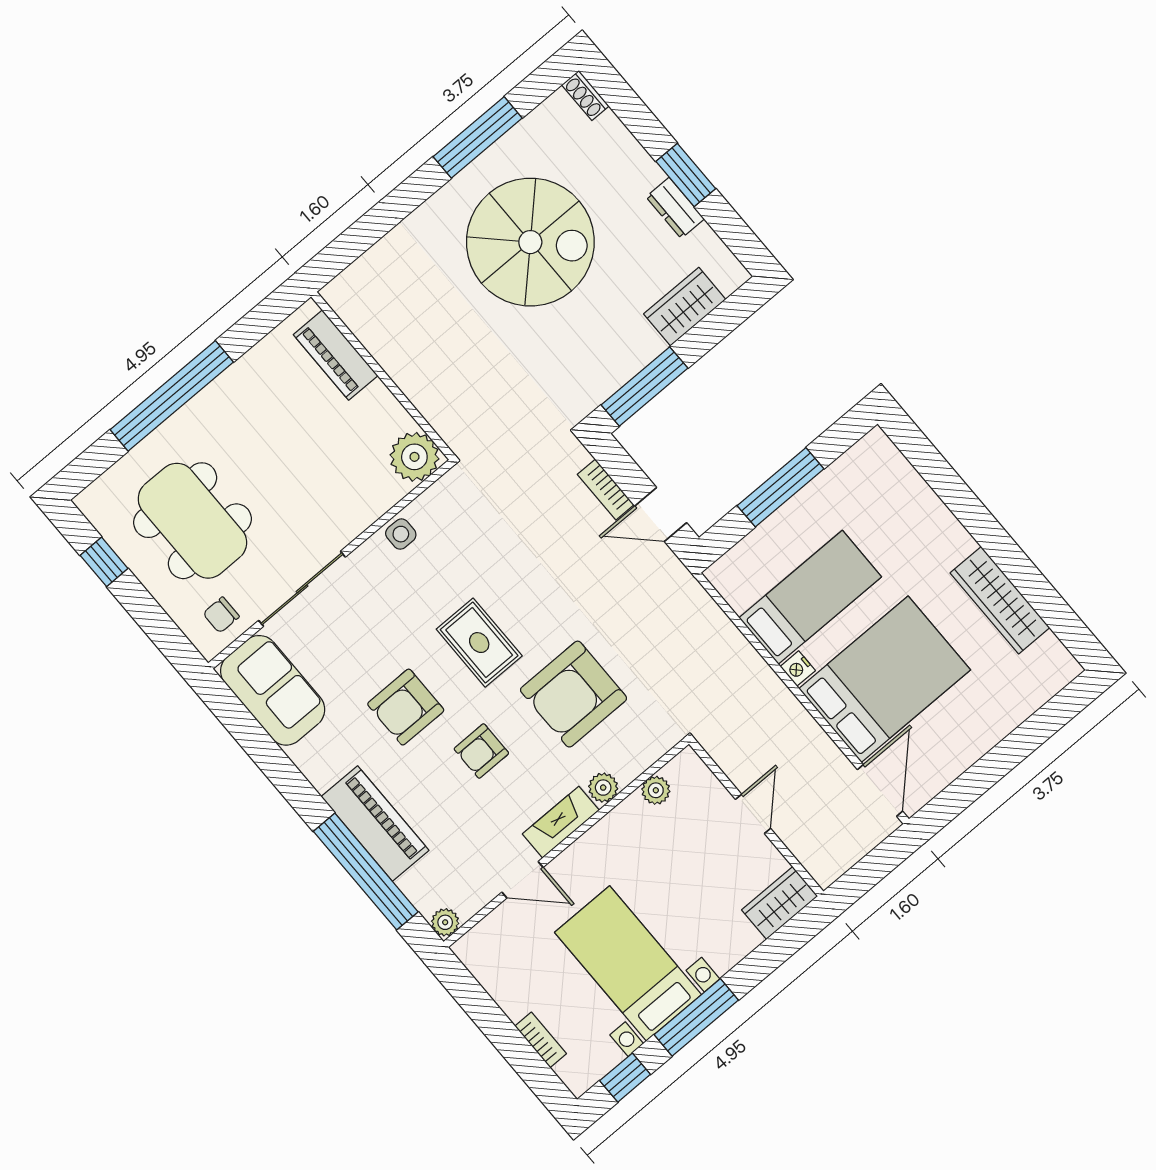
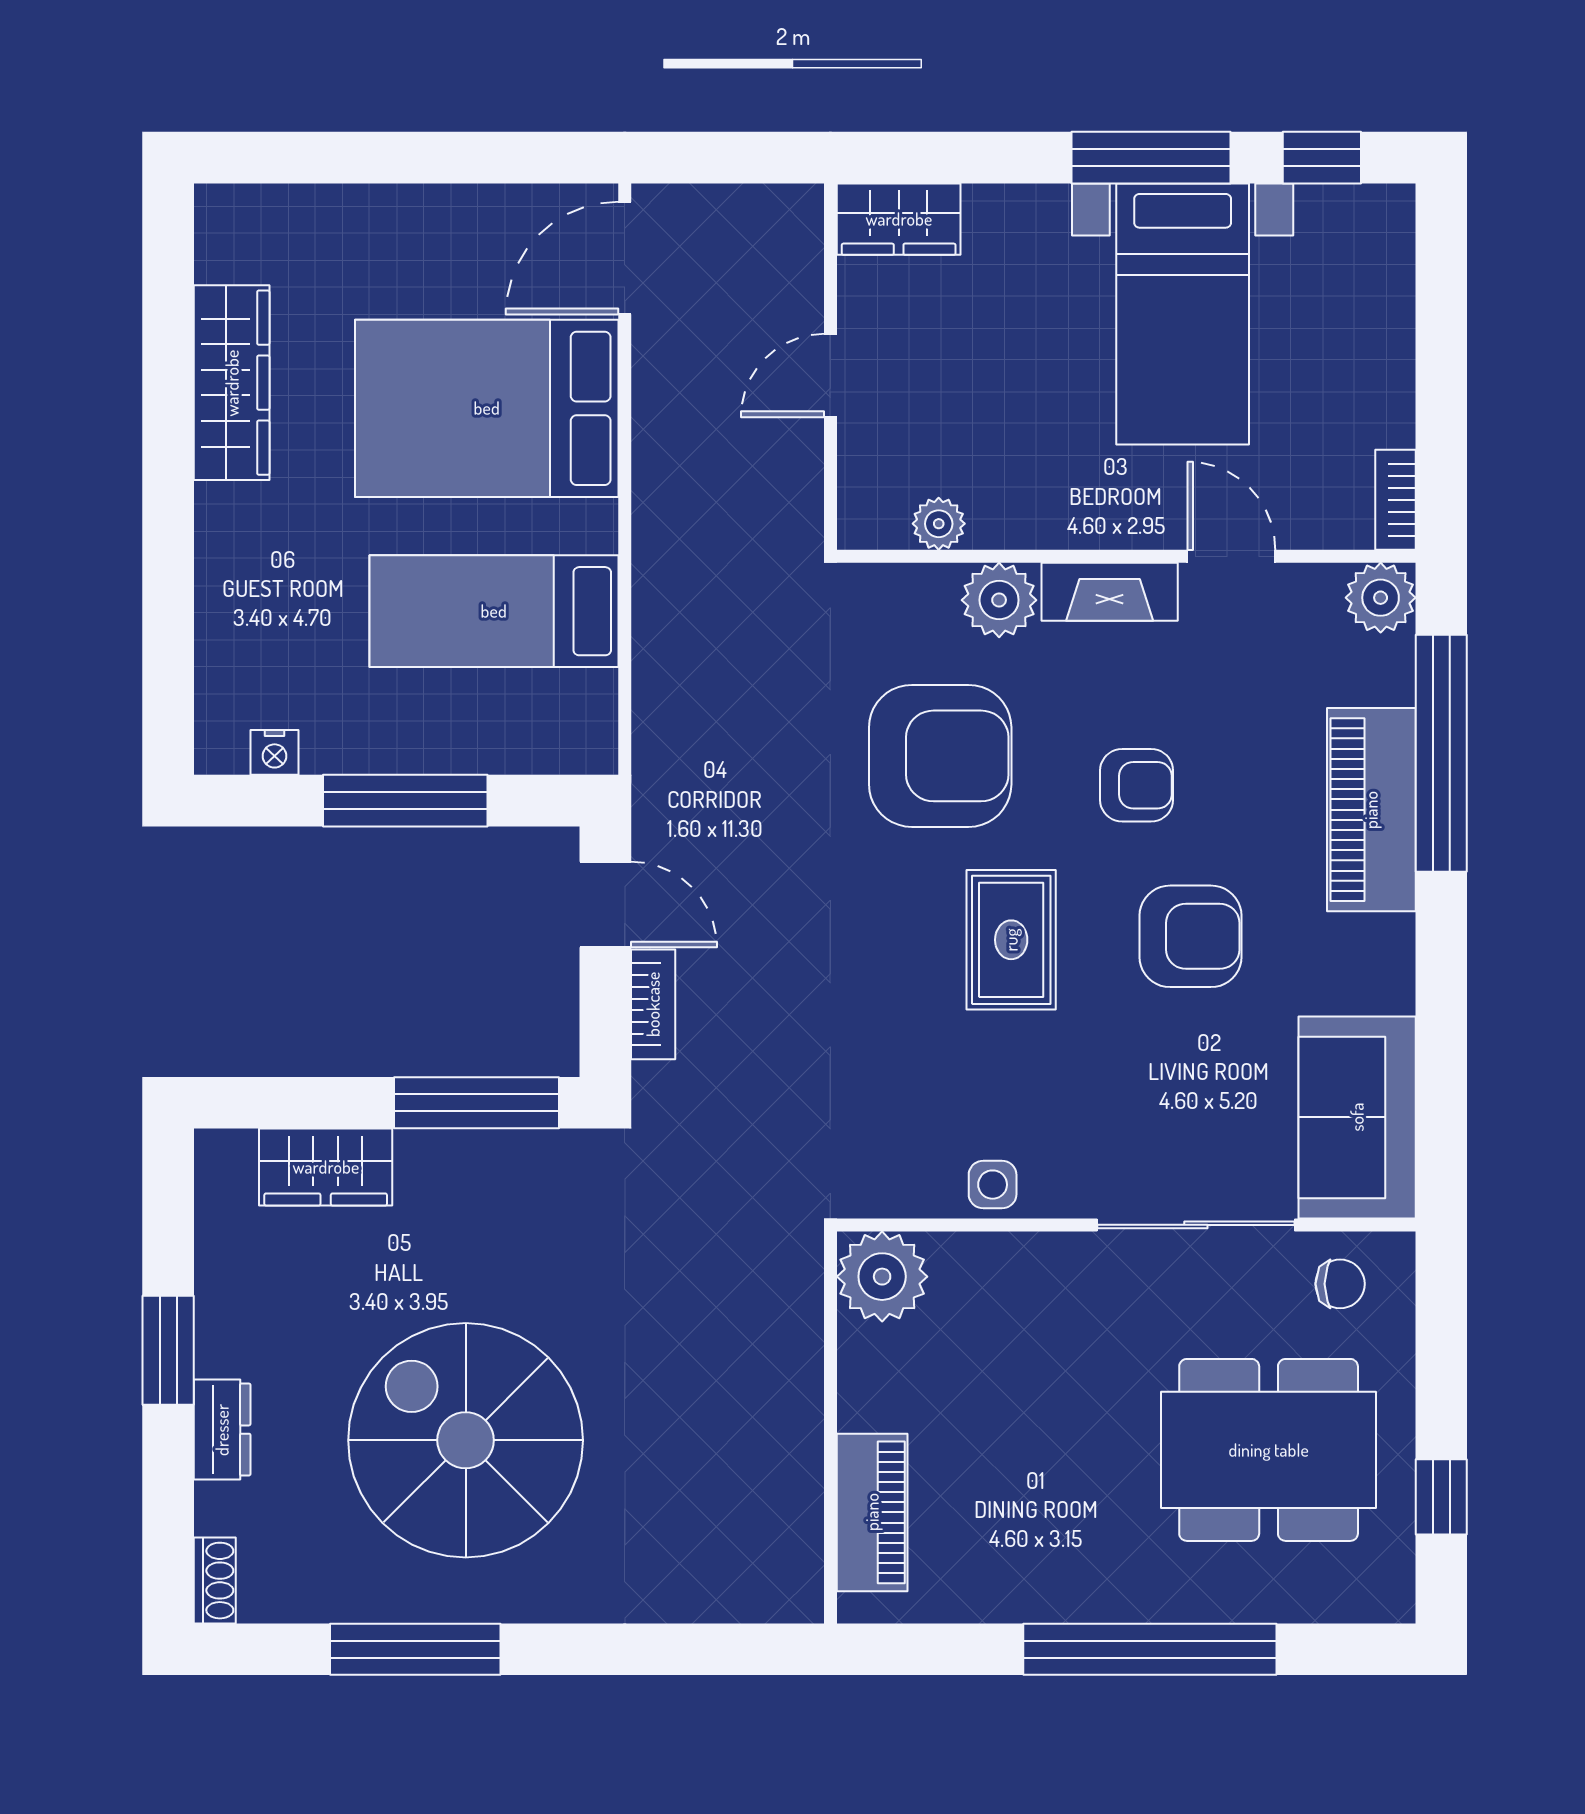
dresser: (675, 208) -> (222, 1430), moved
dining table: (192, 521) -> (1269, 1450), turned 90
nightstand: (798, 669) -> (274, 752), moved, turned 90
plant: (603, 788) -> (999, 600), width x1.38, depth x1.38
plant: (445, 922) -> (1381, 598), width x1.38, depth x1.38
bookcase: (541, 1040) -> (1396, 500), moved

